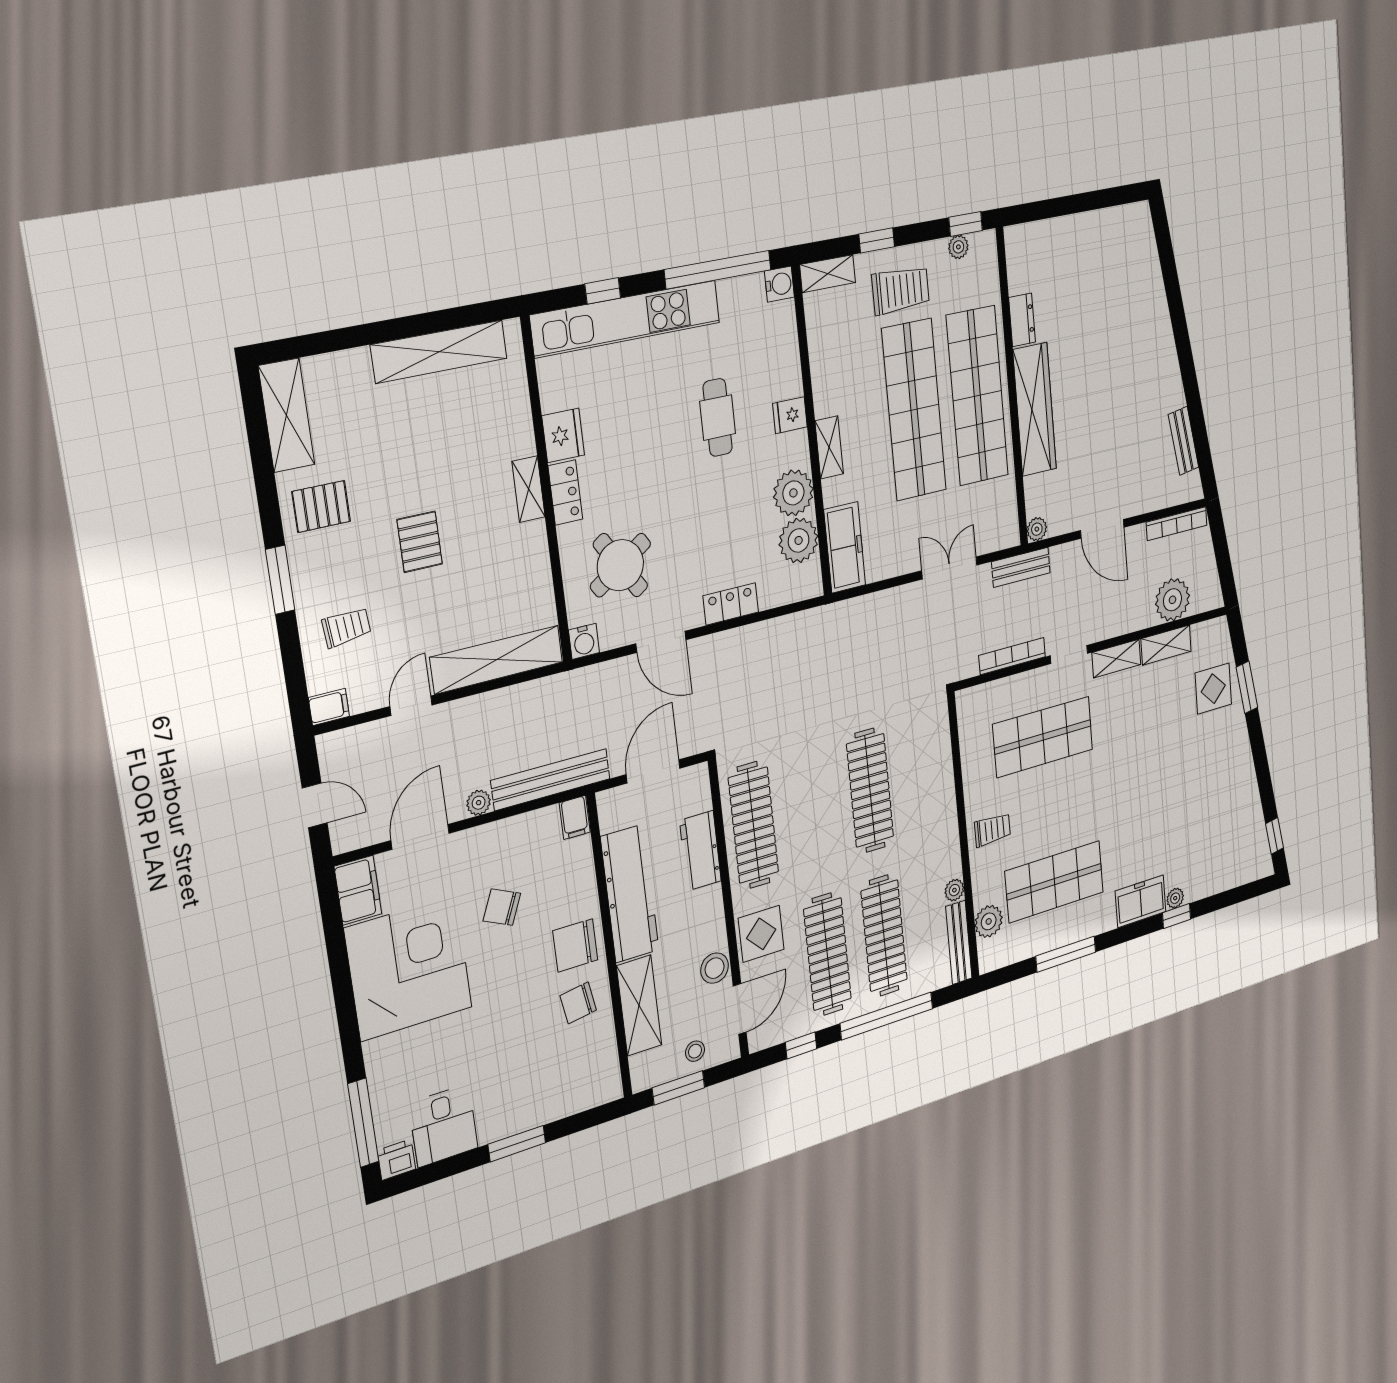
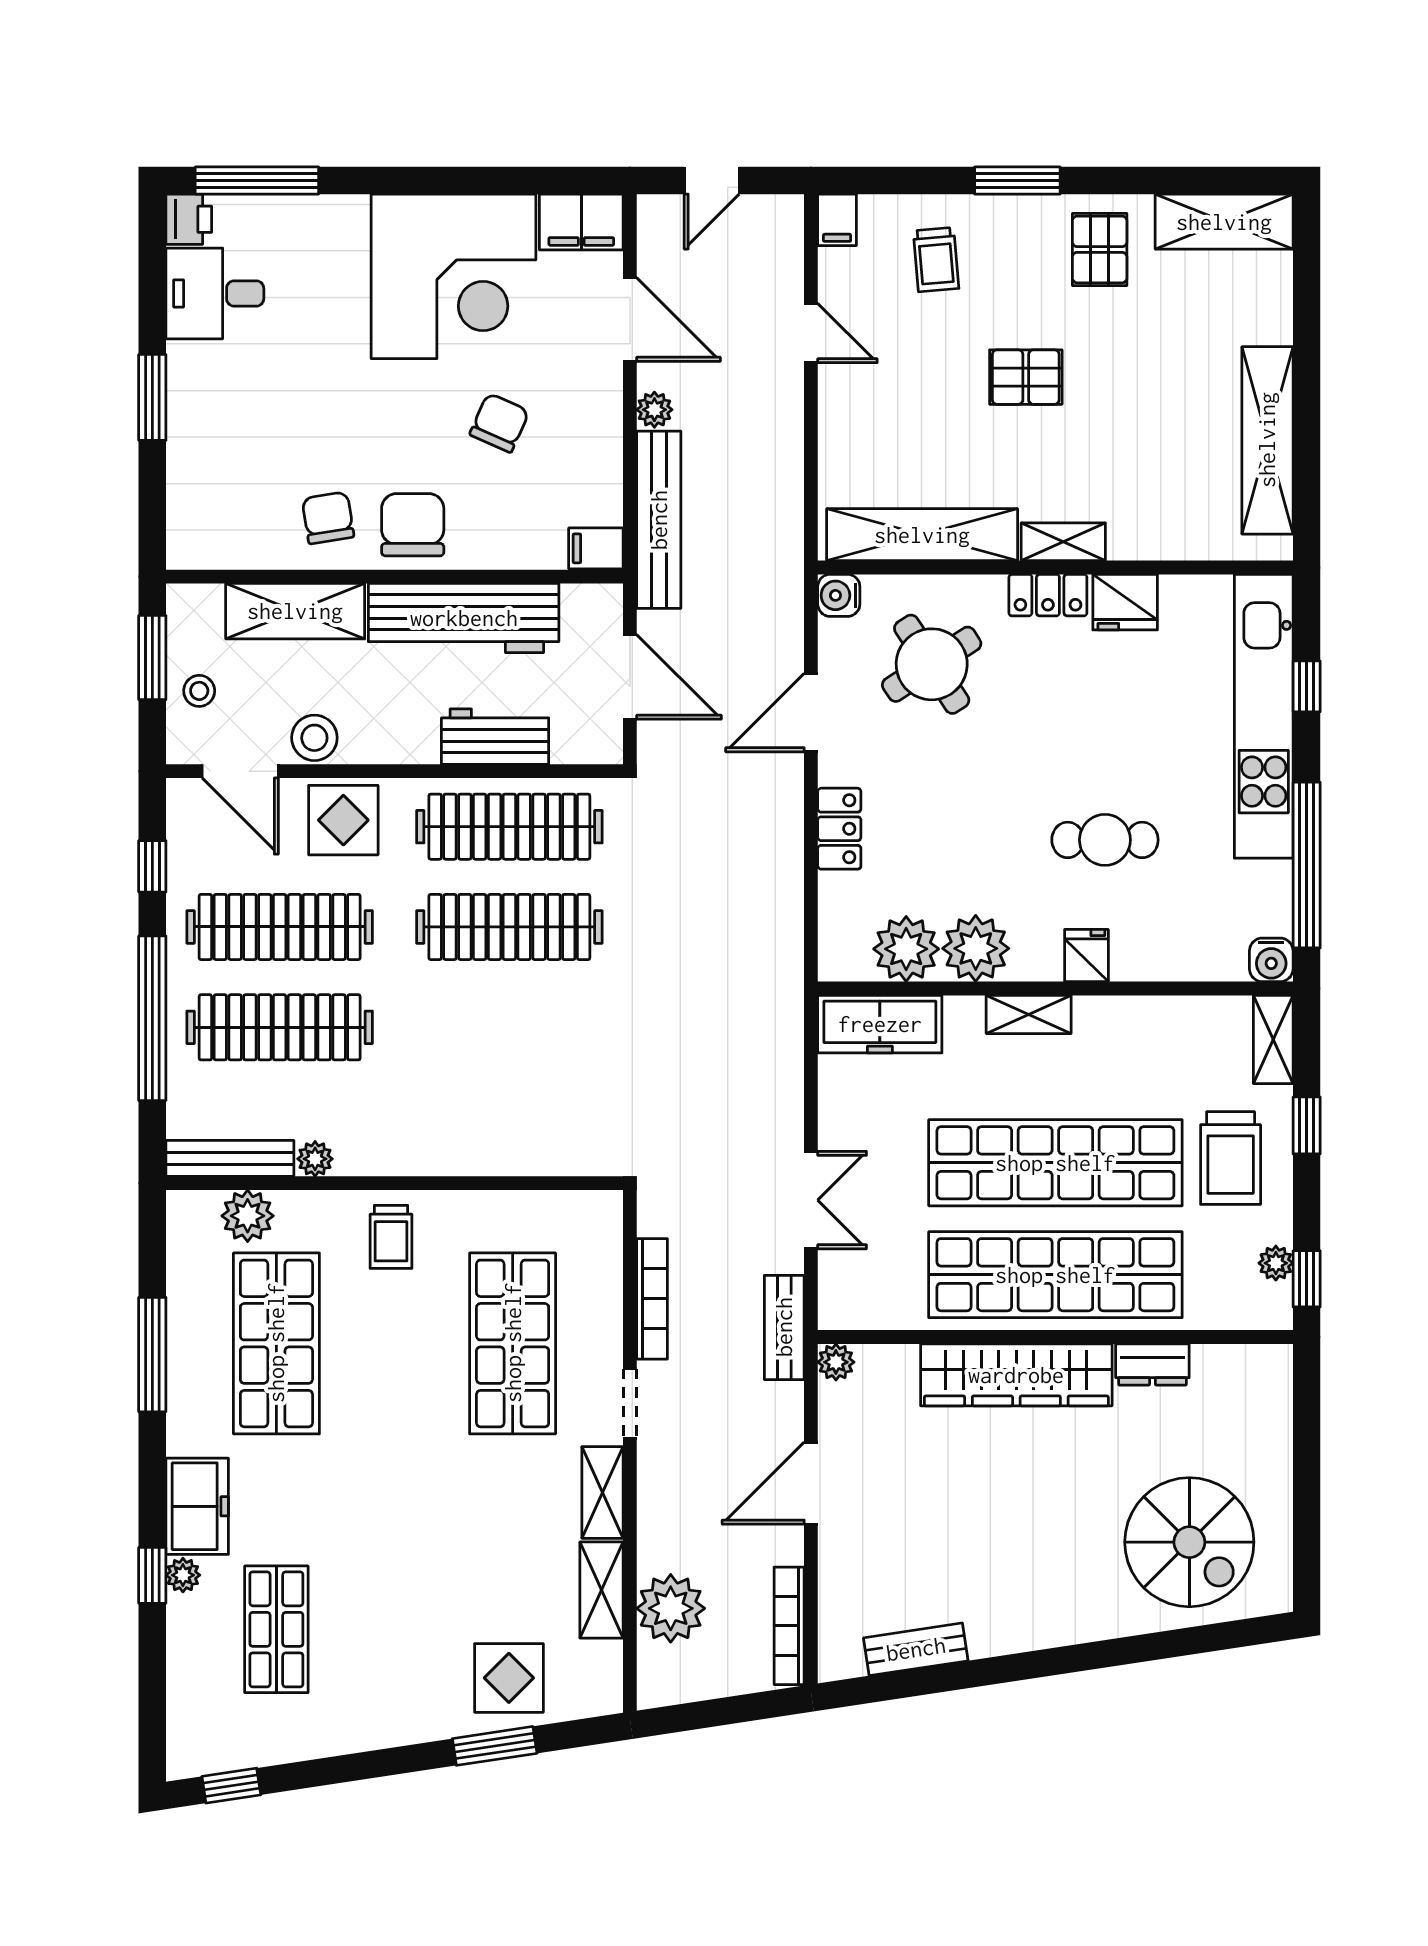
spiral stairs: (1116, 276) -> (1189, 1542), added
shelving: (497, 660) -> (922, 535), moved, turned 90
clothes rail: (870, 790) -> (509, 927), moved
shop shelf: (1198, 834) -> (276, 1629), added

